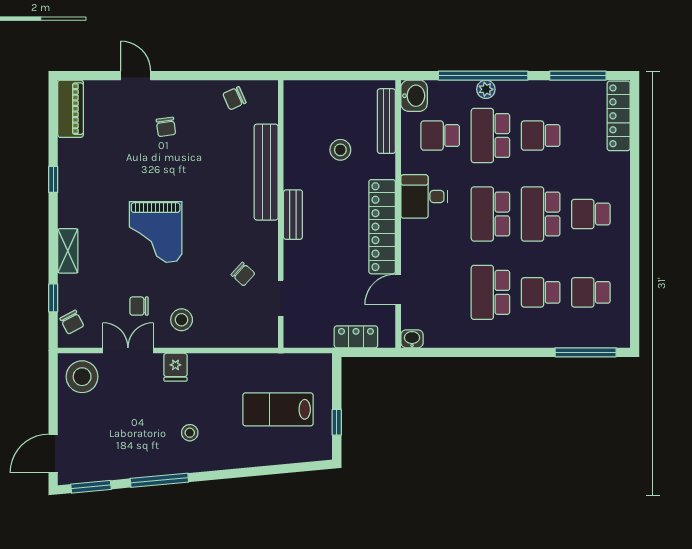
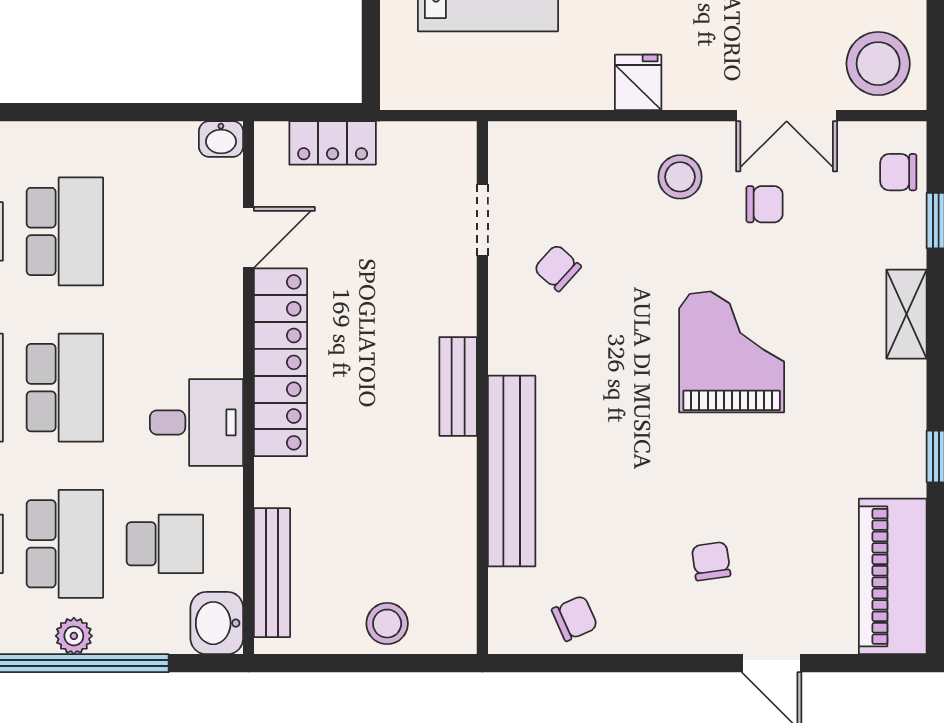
piano: (71, 109) -> (893, 576), width x1.37, depth x1.33
stool: (340, 150) -> (387, 624), moved
chair: (72, 322) -> (898, 172), turned -62
fridge: (175, 367) -> (638, 82), moved

